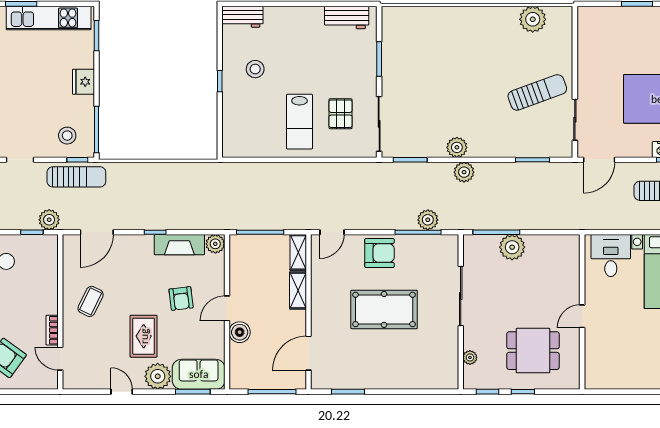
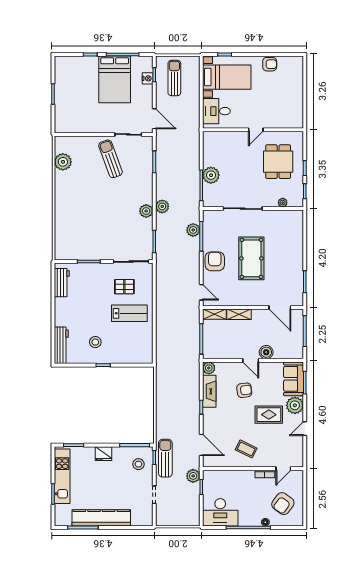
workbench: (242, 17) -> (61, 345), width x1.38
door: (582, 316) -> (256, 130), hinge flipped

